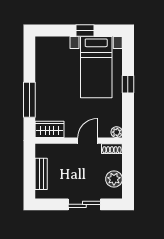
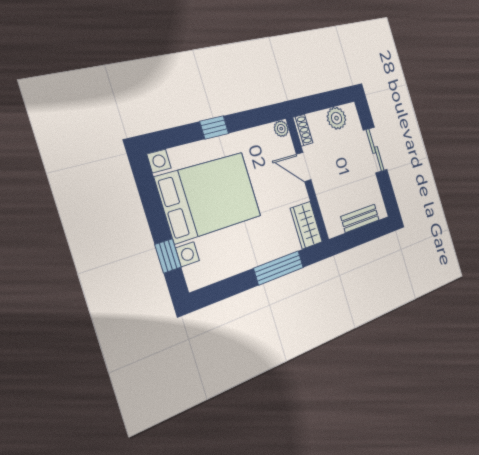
window: (85, 30) -> (168, 256), moved
bed with nightstands: (96, 67) -> (209, 197), width x1.36

